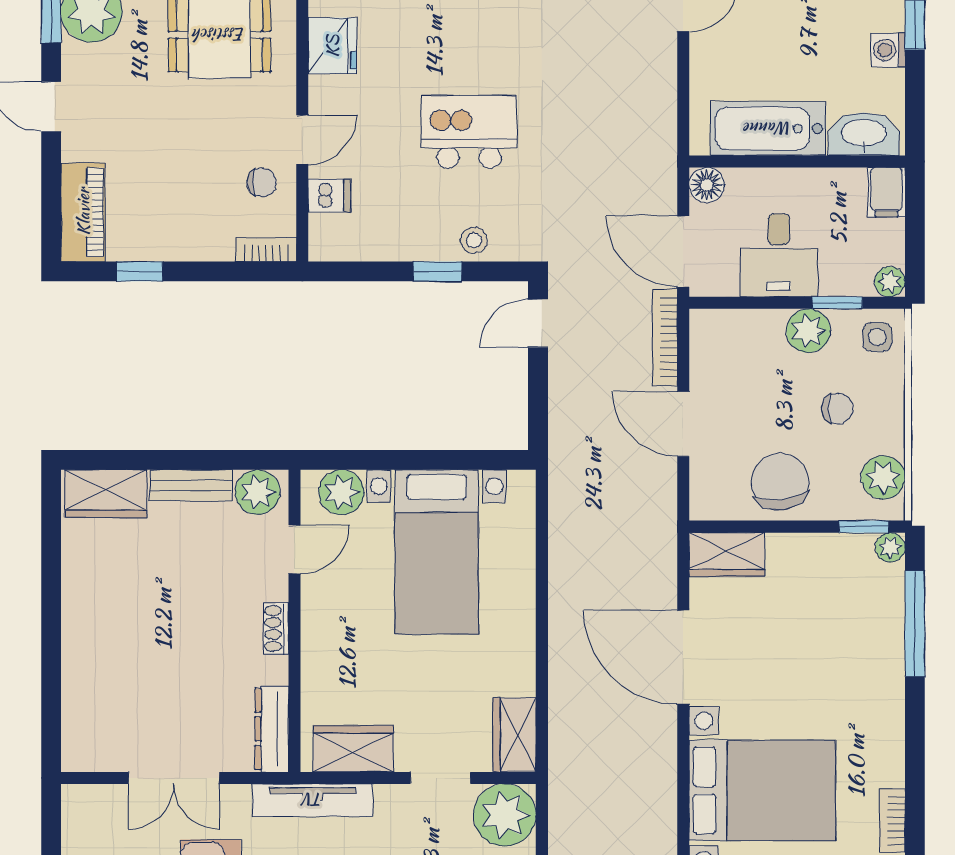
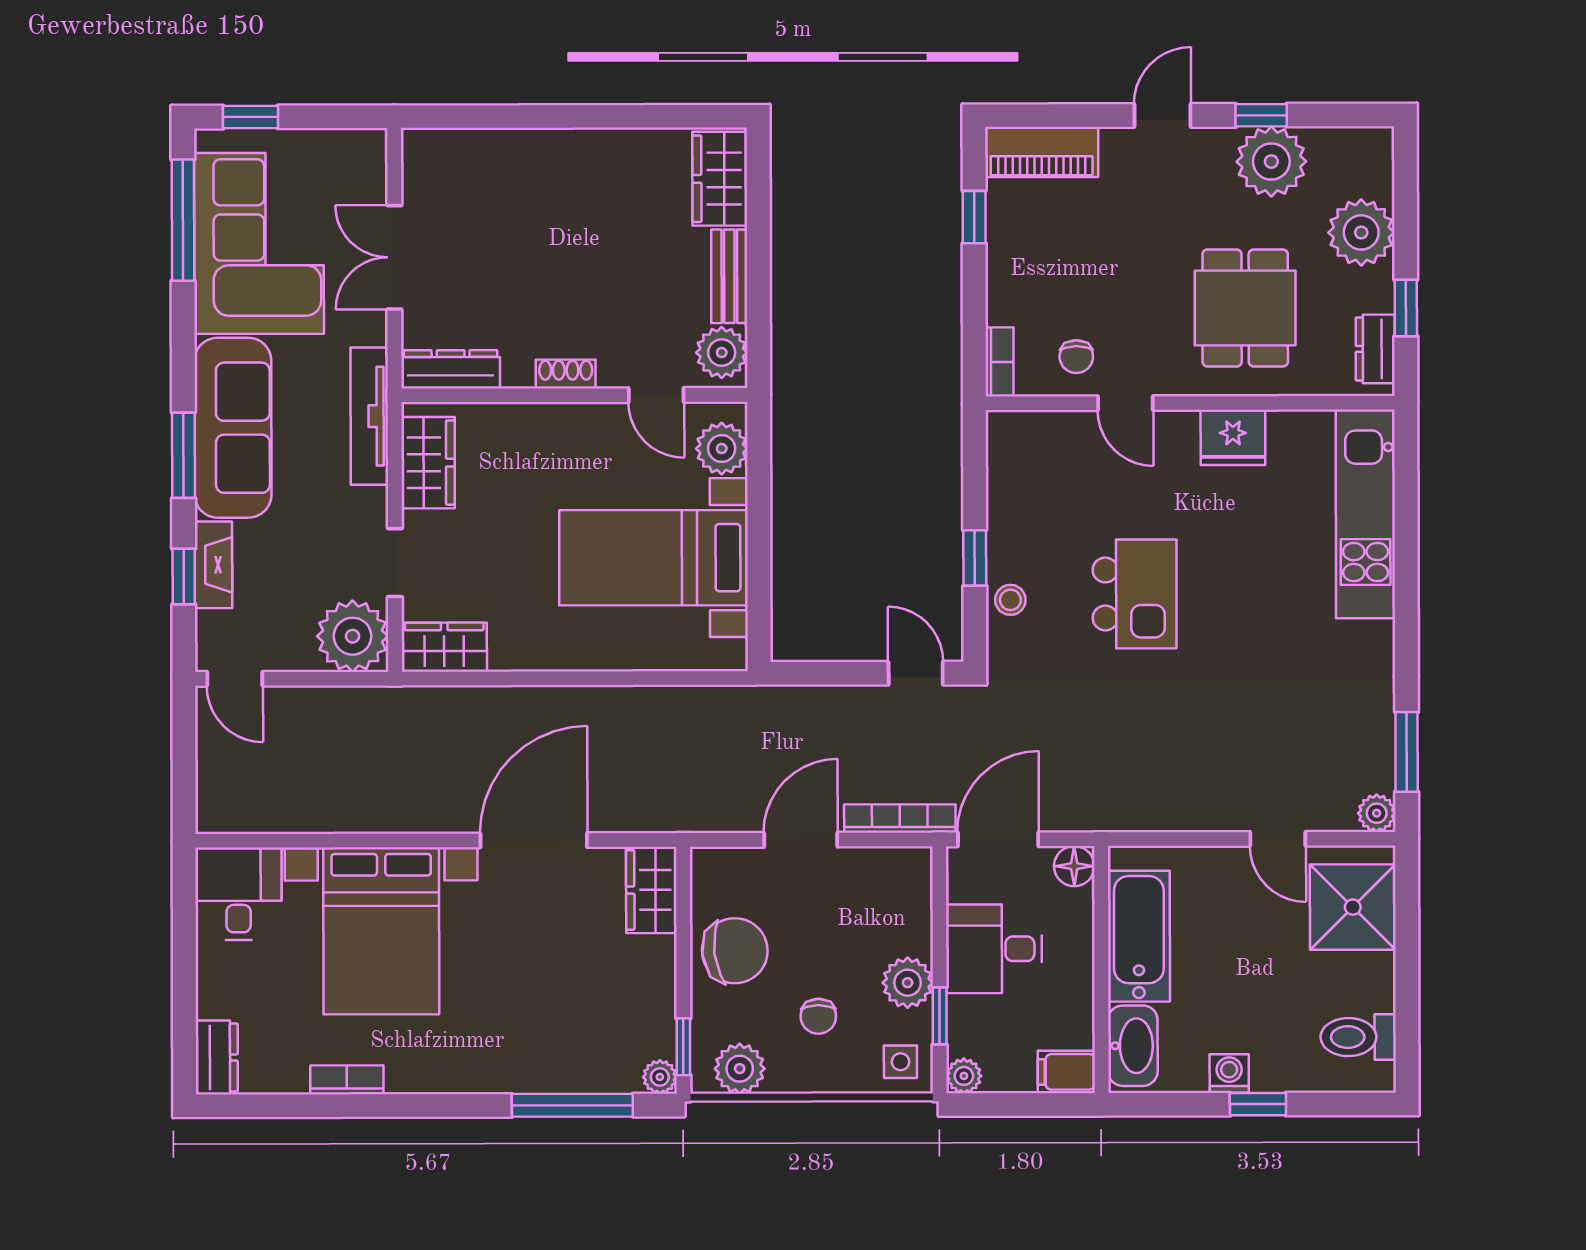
dishwasher: (329, 196) -> (1061, 434), removed

